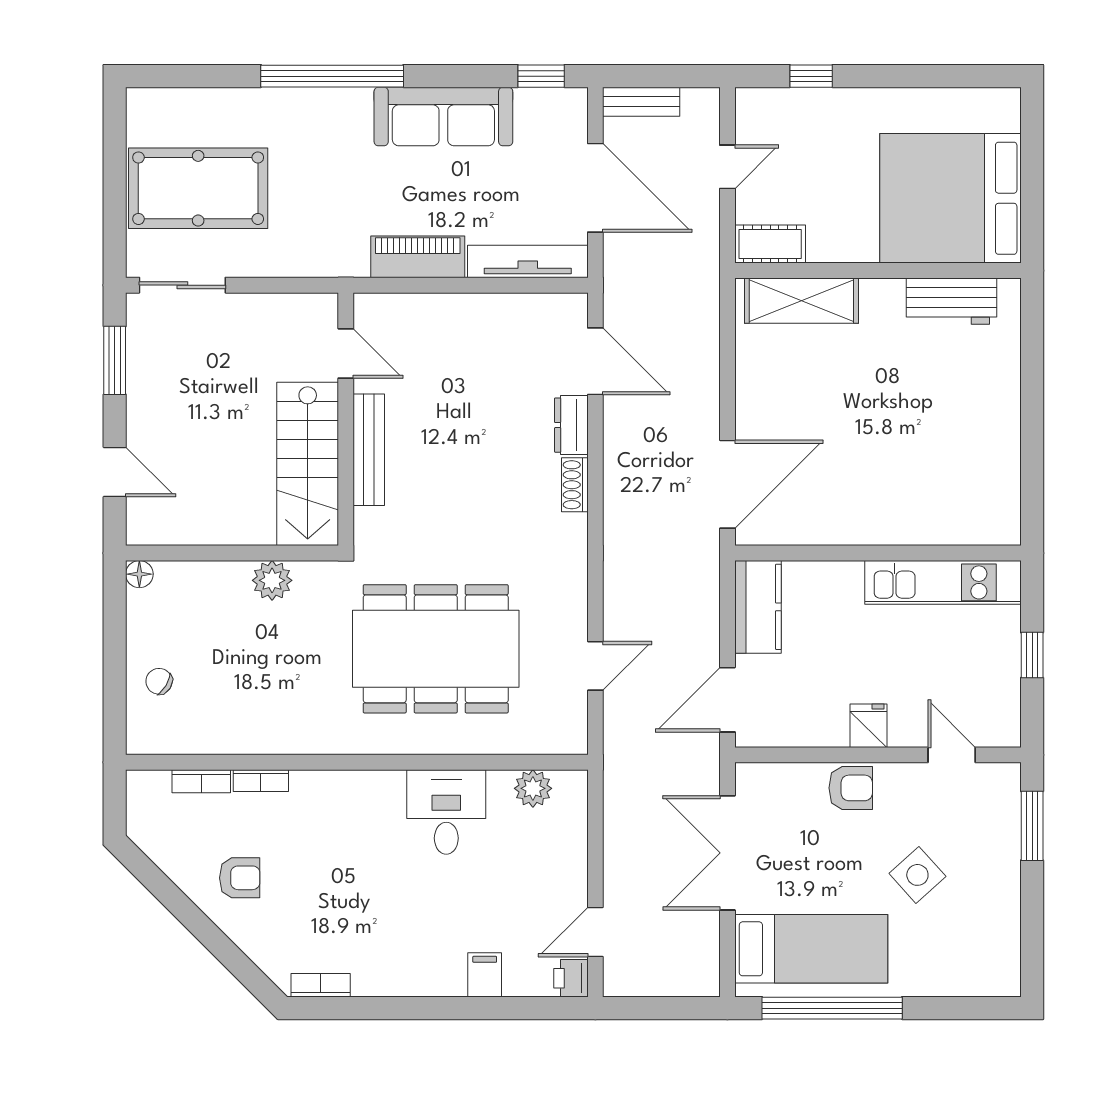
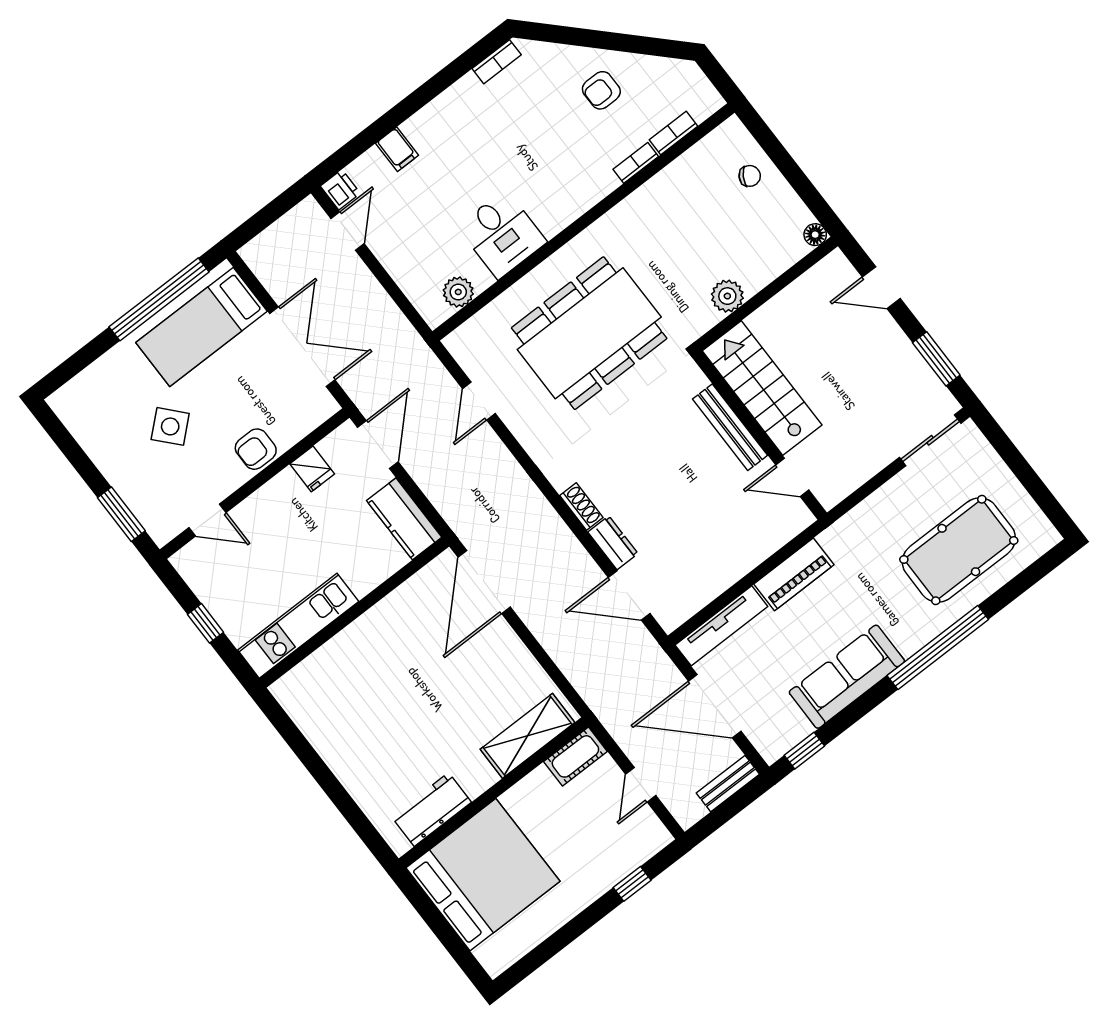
pool table: (198, 188) -> (959, 550), moved
fridge: (869, 726) -> (312, 469), moved

